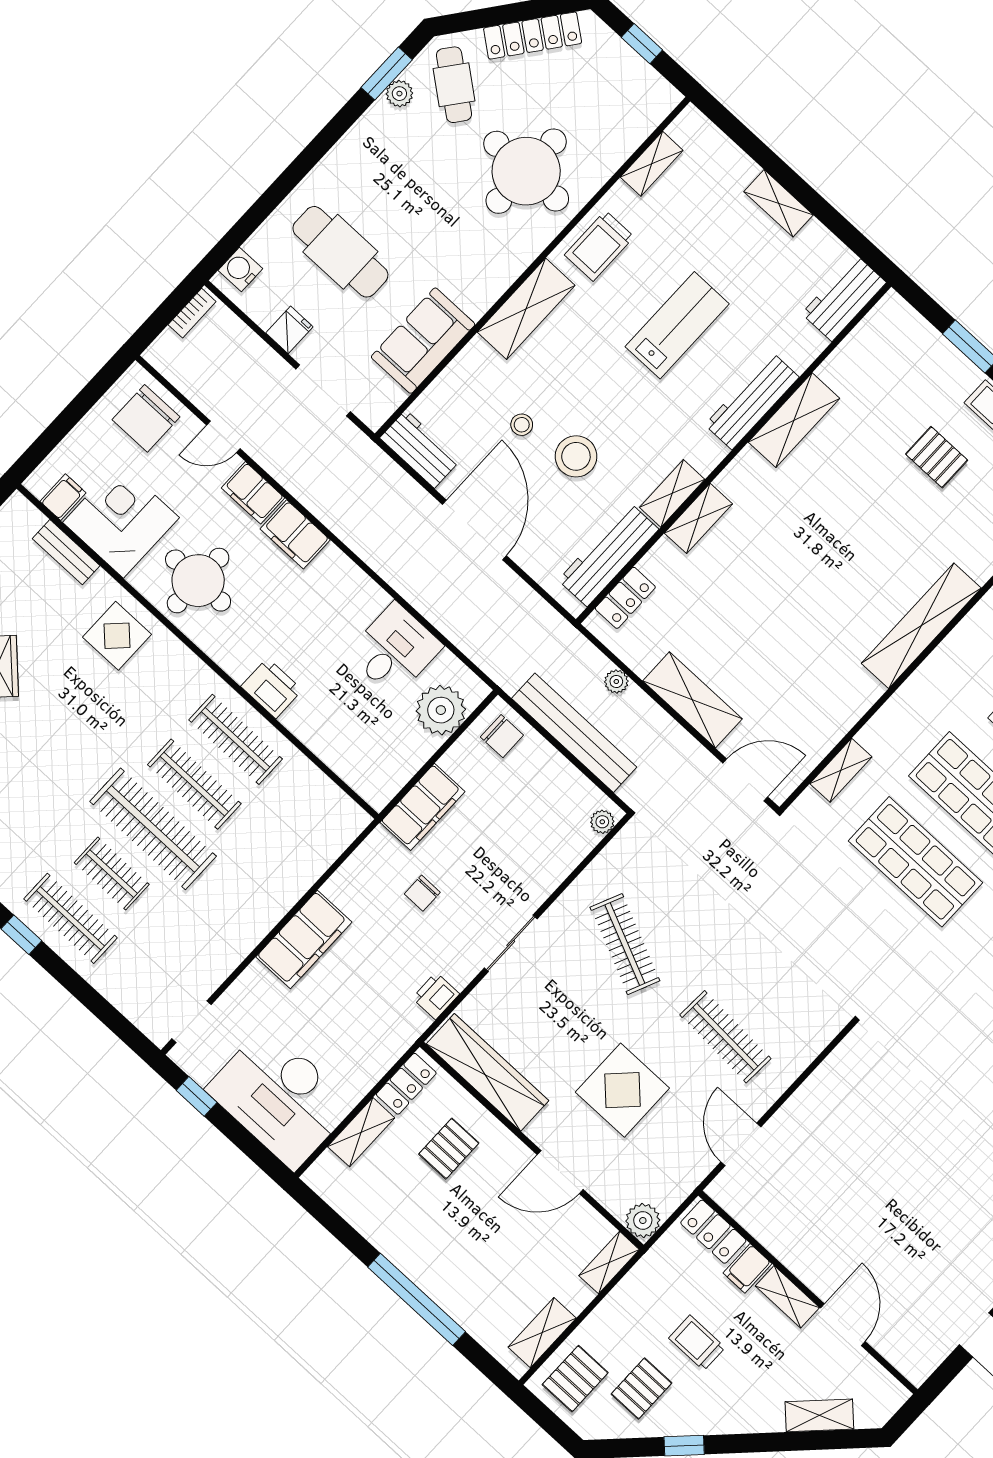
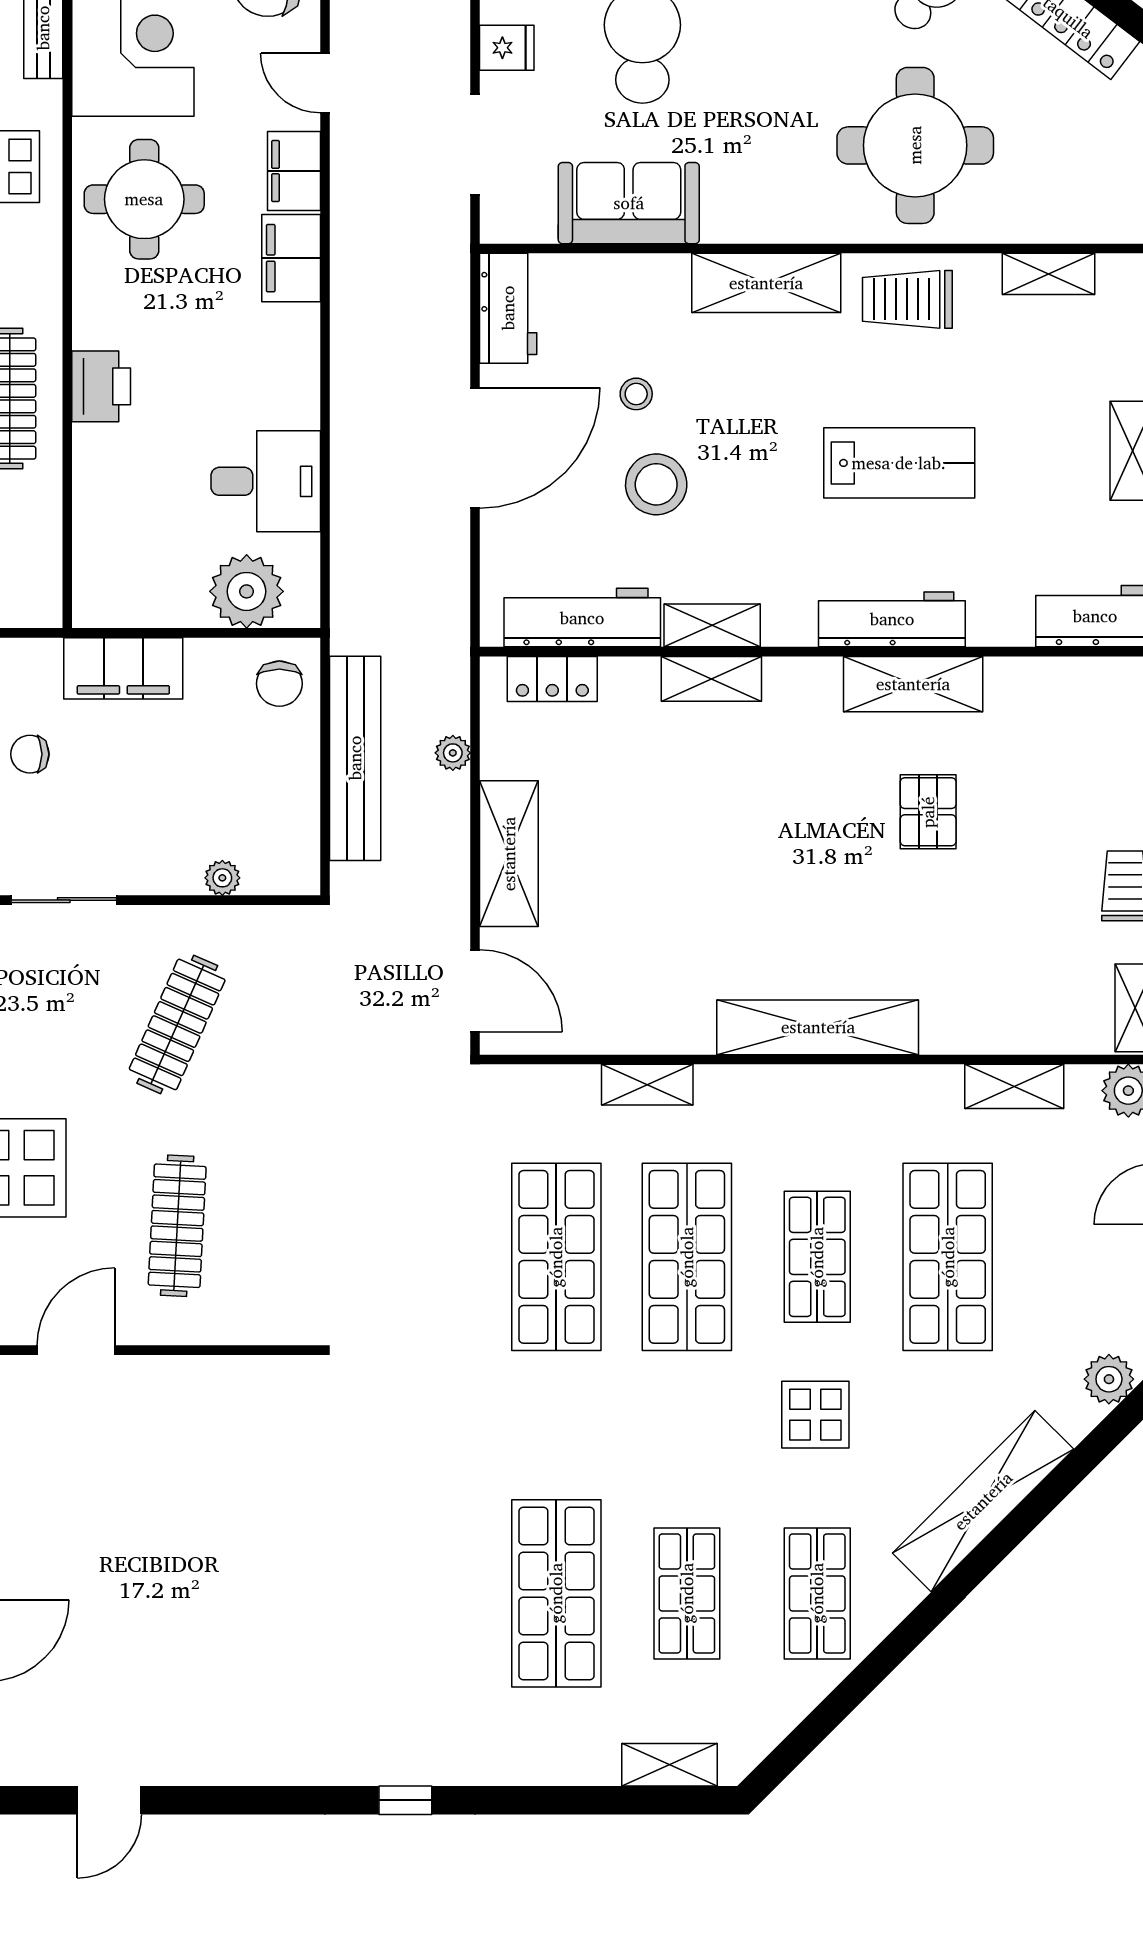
pallet: (937, 457) -> (928, 812), moved
shelving: (841, 770) -> (647, 1085), moved
plant: (602, 822) -> (222, 878), moved

